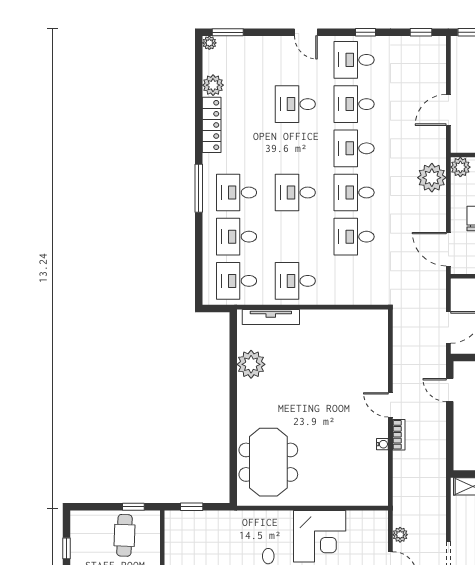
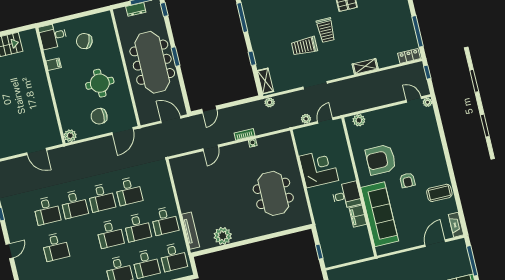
desk: (354, 60) -> (137, 227), moved
plant: (432, 178) -> (270, 102), moved, width x0.53, depth x0.53
door: (390, 405) -> (211, 148), moved
meeting table: (268, 462) -> (273, 193), moved, turned 90

